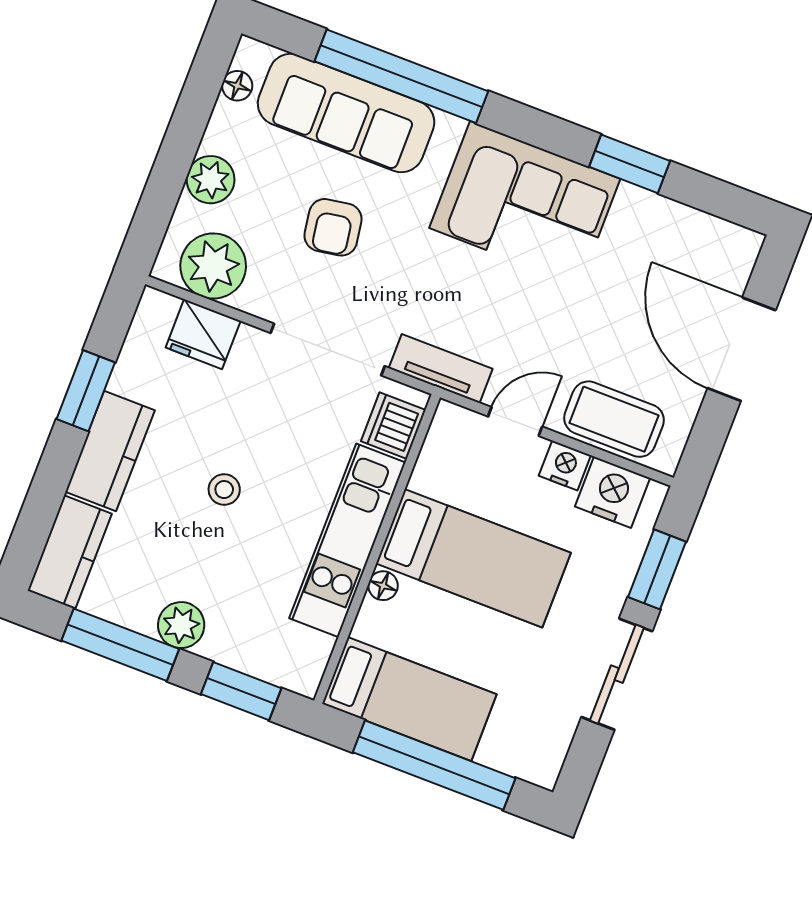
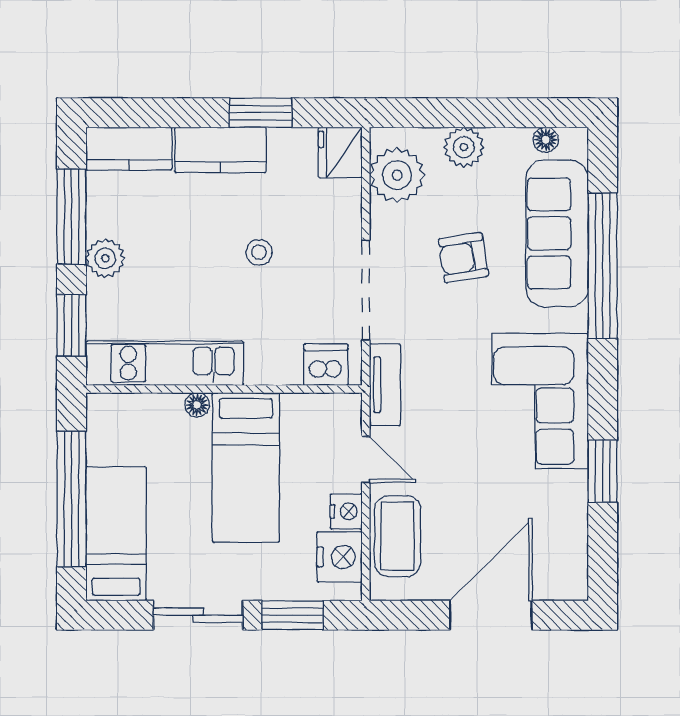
fridge: (203, 334) -> (340, 152), moved
stool: (224, 490) -> (259, 252), moved
kitchen unit: (347, 540) -> (165, 363), moved
bed: (409, 699) -> (116, 534), moved, turned 180

